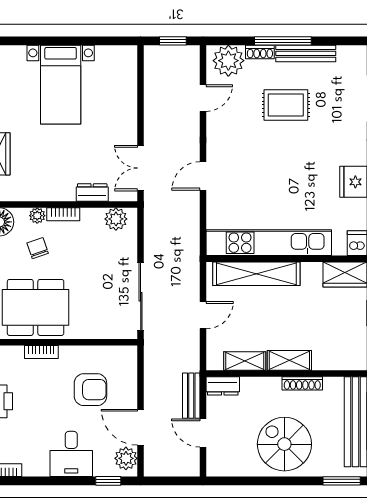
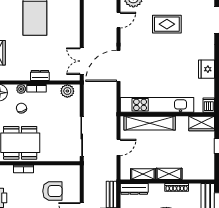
door: (203, 176) -> (118, 66), width x1.87
dresser: (92, 193) -> (40, 75), moved
dresser: (223, 386) -> (134, 189), width x1.44

